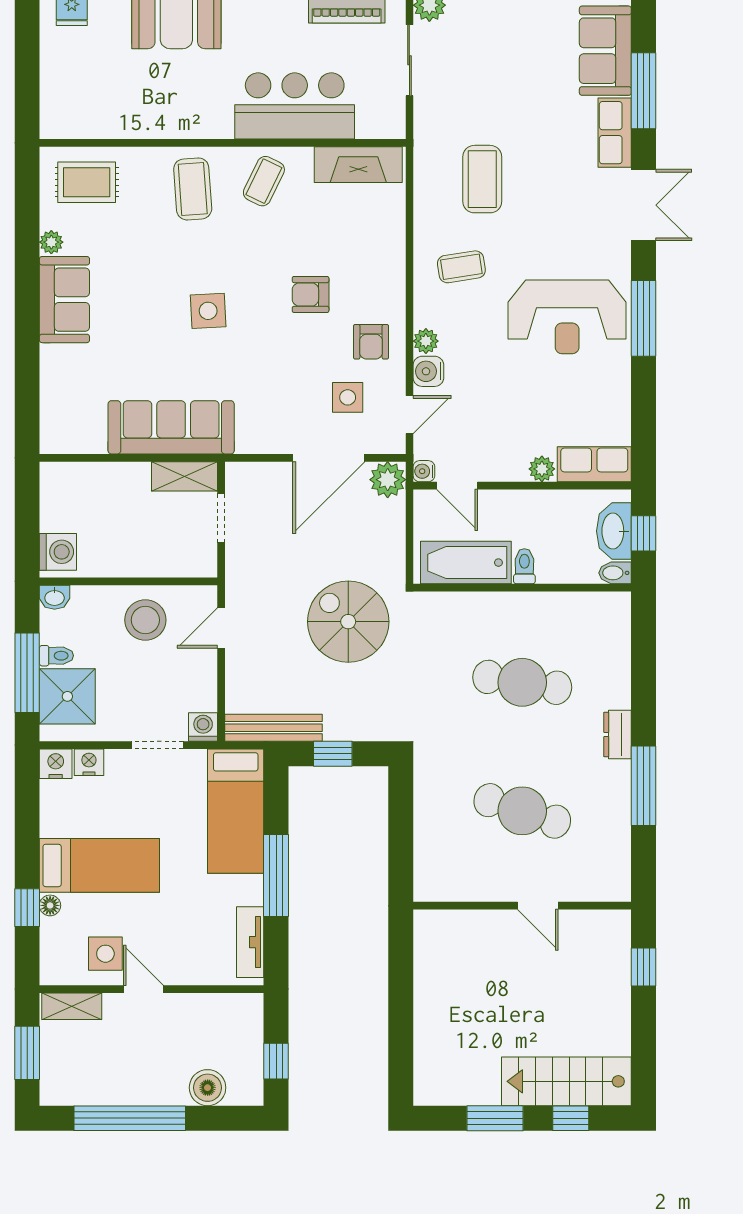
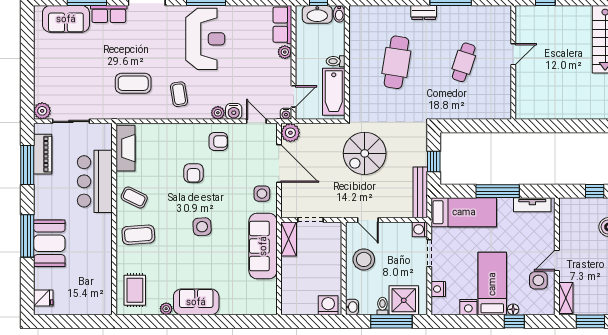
side table: (348, 397) -> (262, 194), moved
nightstand: (56, 764) -> (468, 307), moved, turned -90
cafe table: (522, 811) -> (464, 62), width x0.73, depth x0.74

